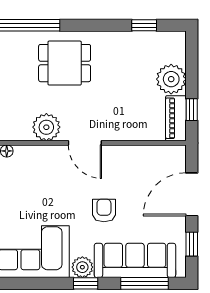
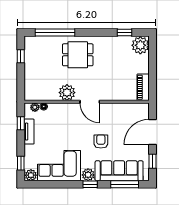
plant: (171, 79) -> (140, 45), moved
window: (192, 110) -> (152, 82), removed

